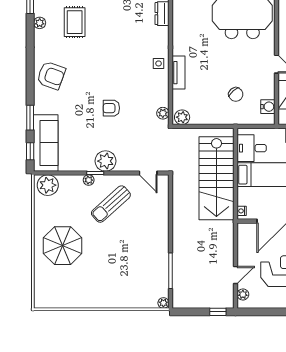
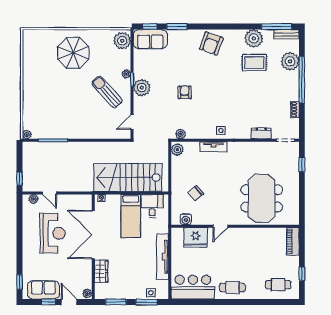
plant: (40, 23) -> (254, 38), width x1.88, depth x1.88
sofa: (46, 143) -> (150, 39), width x0.73

